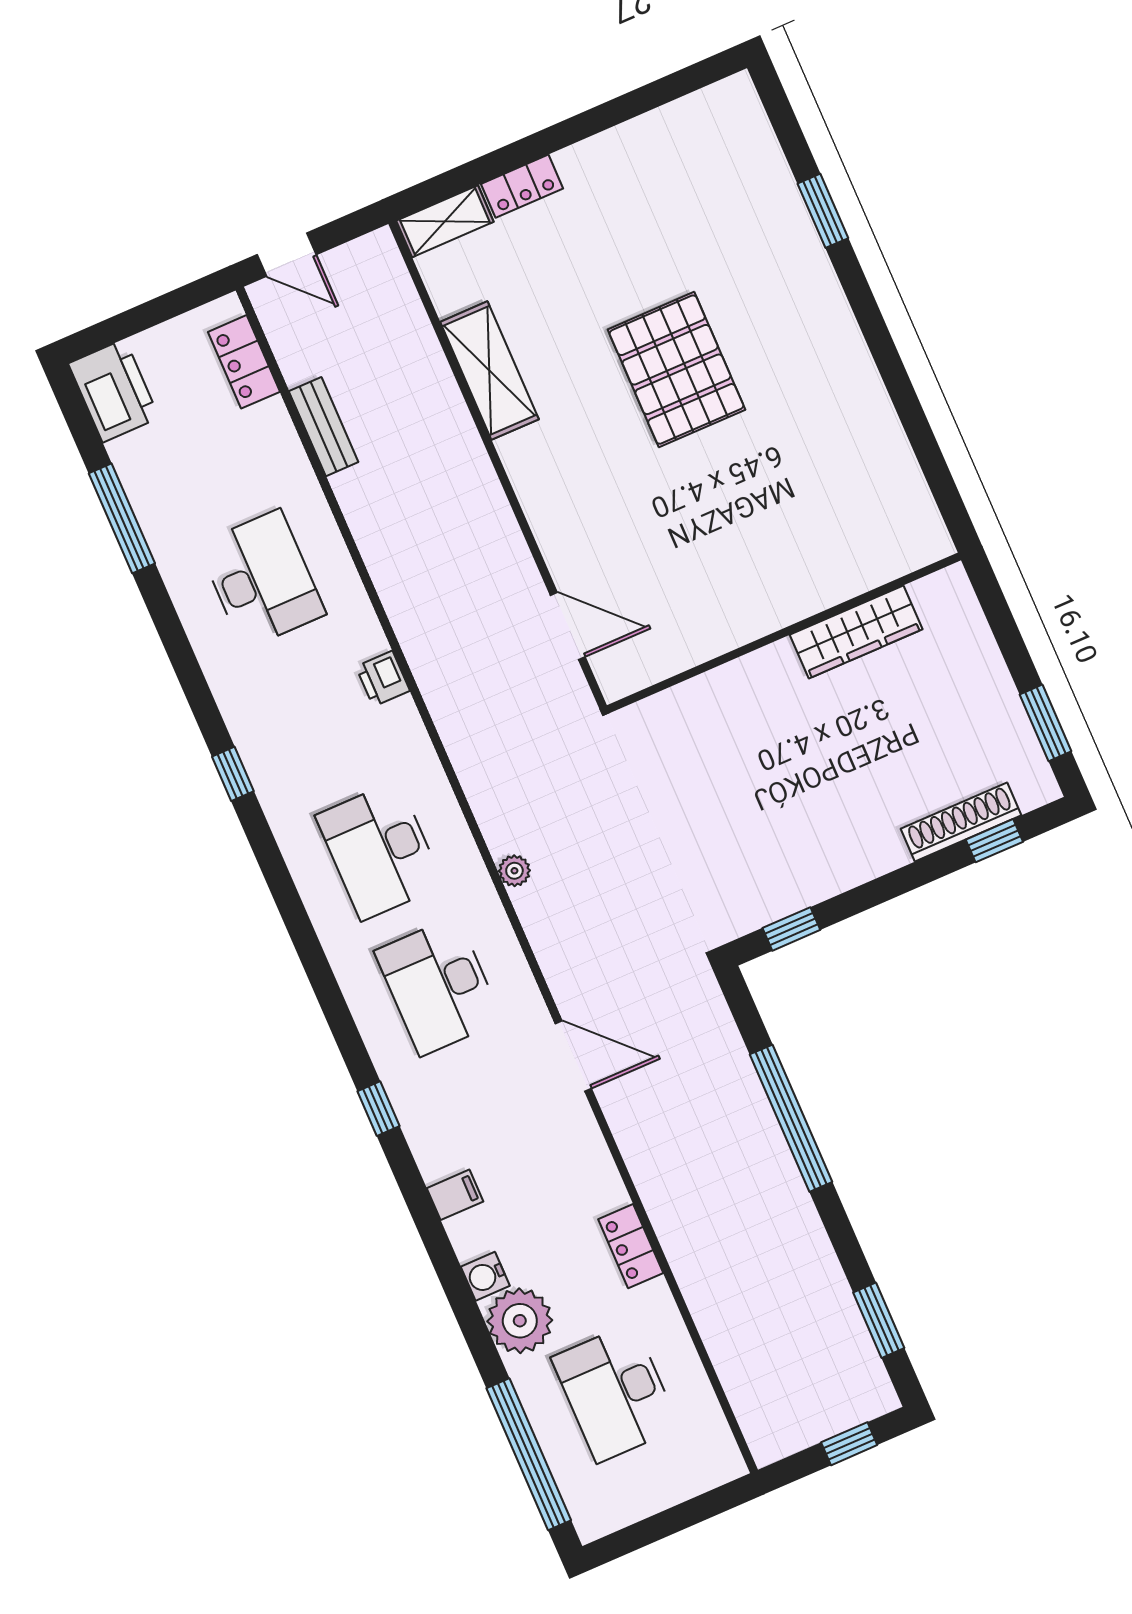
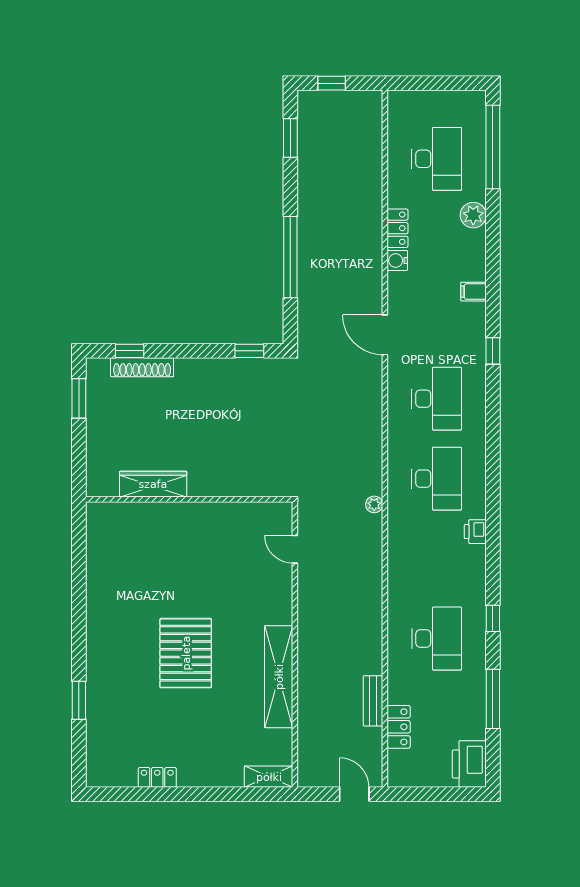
locker: (522, 186) -> (157, 777), moved
locker: (244, 362) -> (399, 727), moved
shelving: (489, 371) -> (279, 677), width x1.47
desk: (262, 579) -> (437, 639), turned 180
door: (568, 626) -> (295, 549), width x0.73
printer: (383, 679) -> (475, 532), moved, turned 180
window: (233, 774) -> (493, 618), moved
plant: (514, 871) -> (374, 504), moved
water cooler: (485, 1276) -> (397, 261), moved, turned 180
plant: (520, 1321) -> (473, 215), width x0.73, depth x0.73

